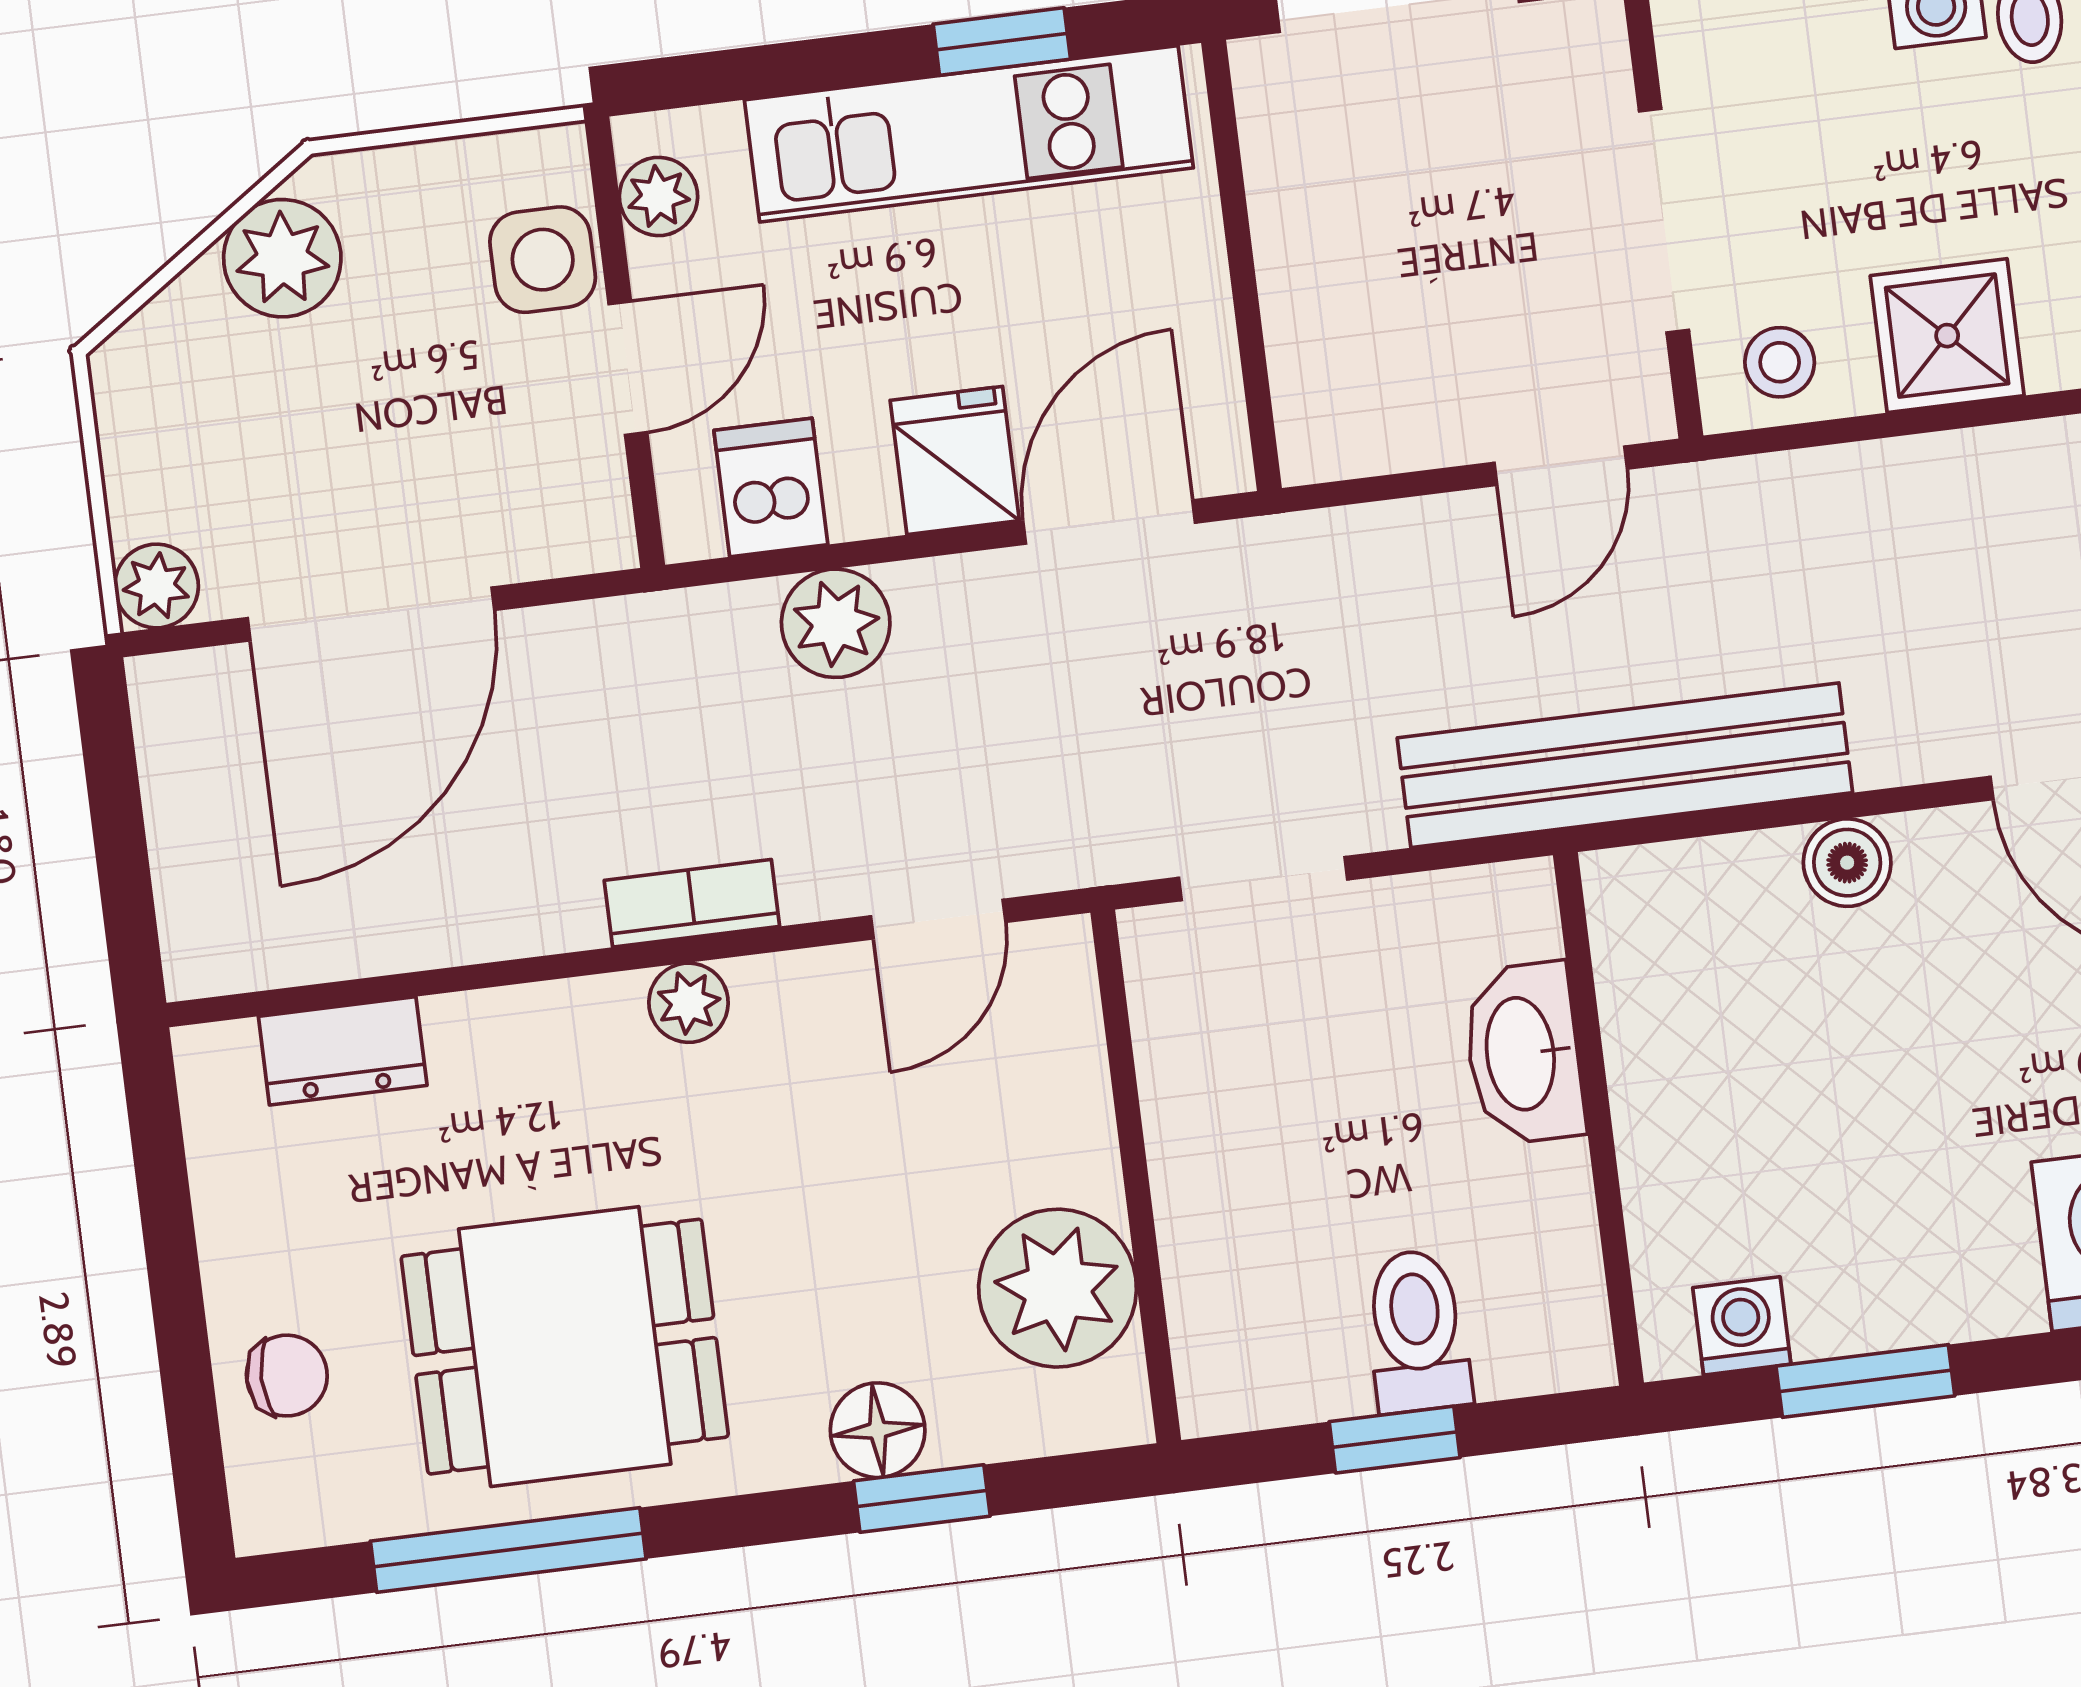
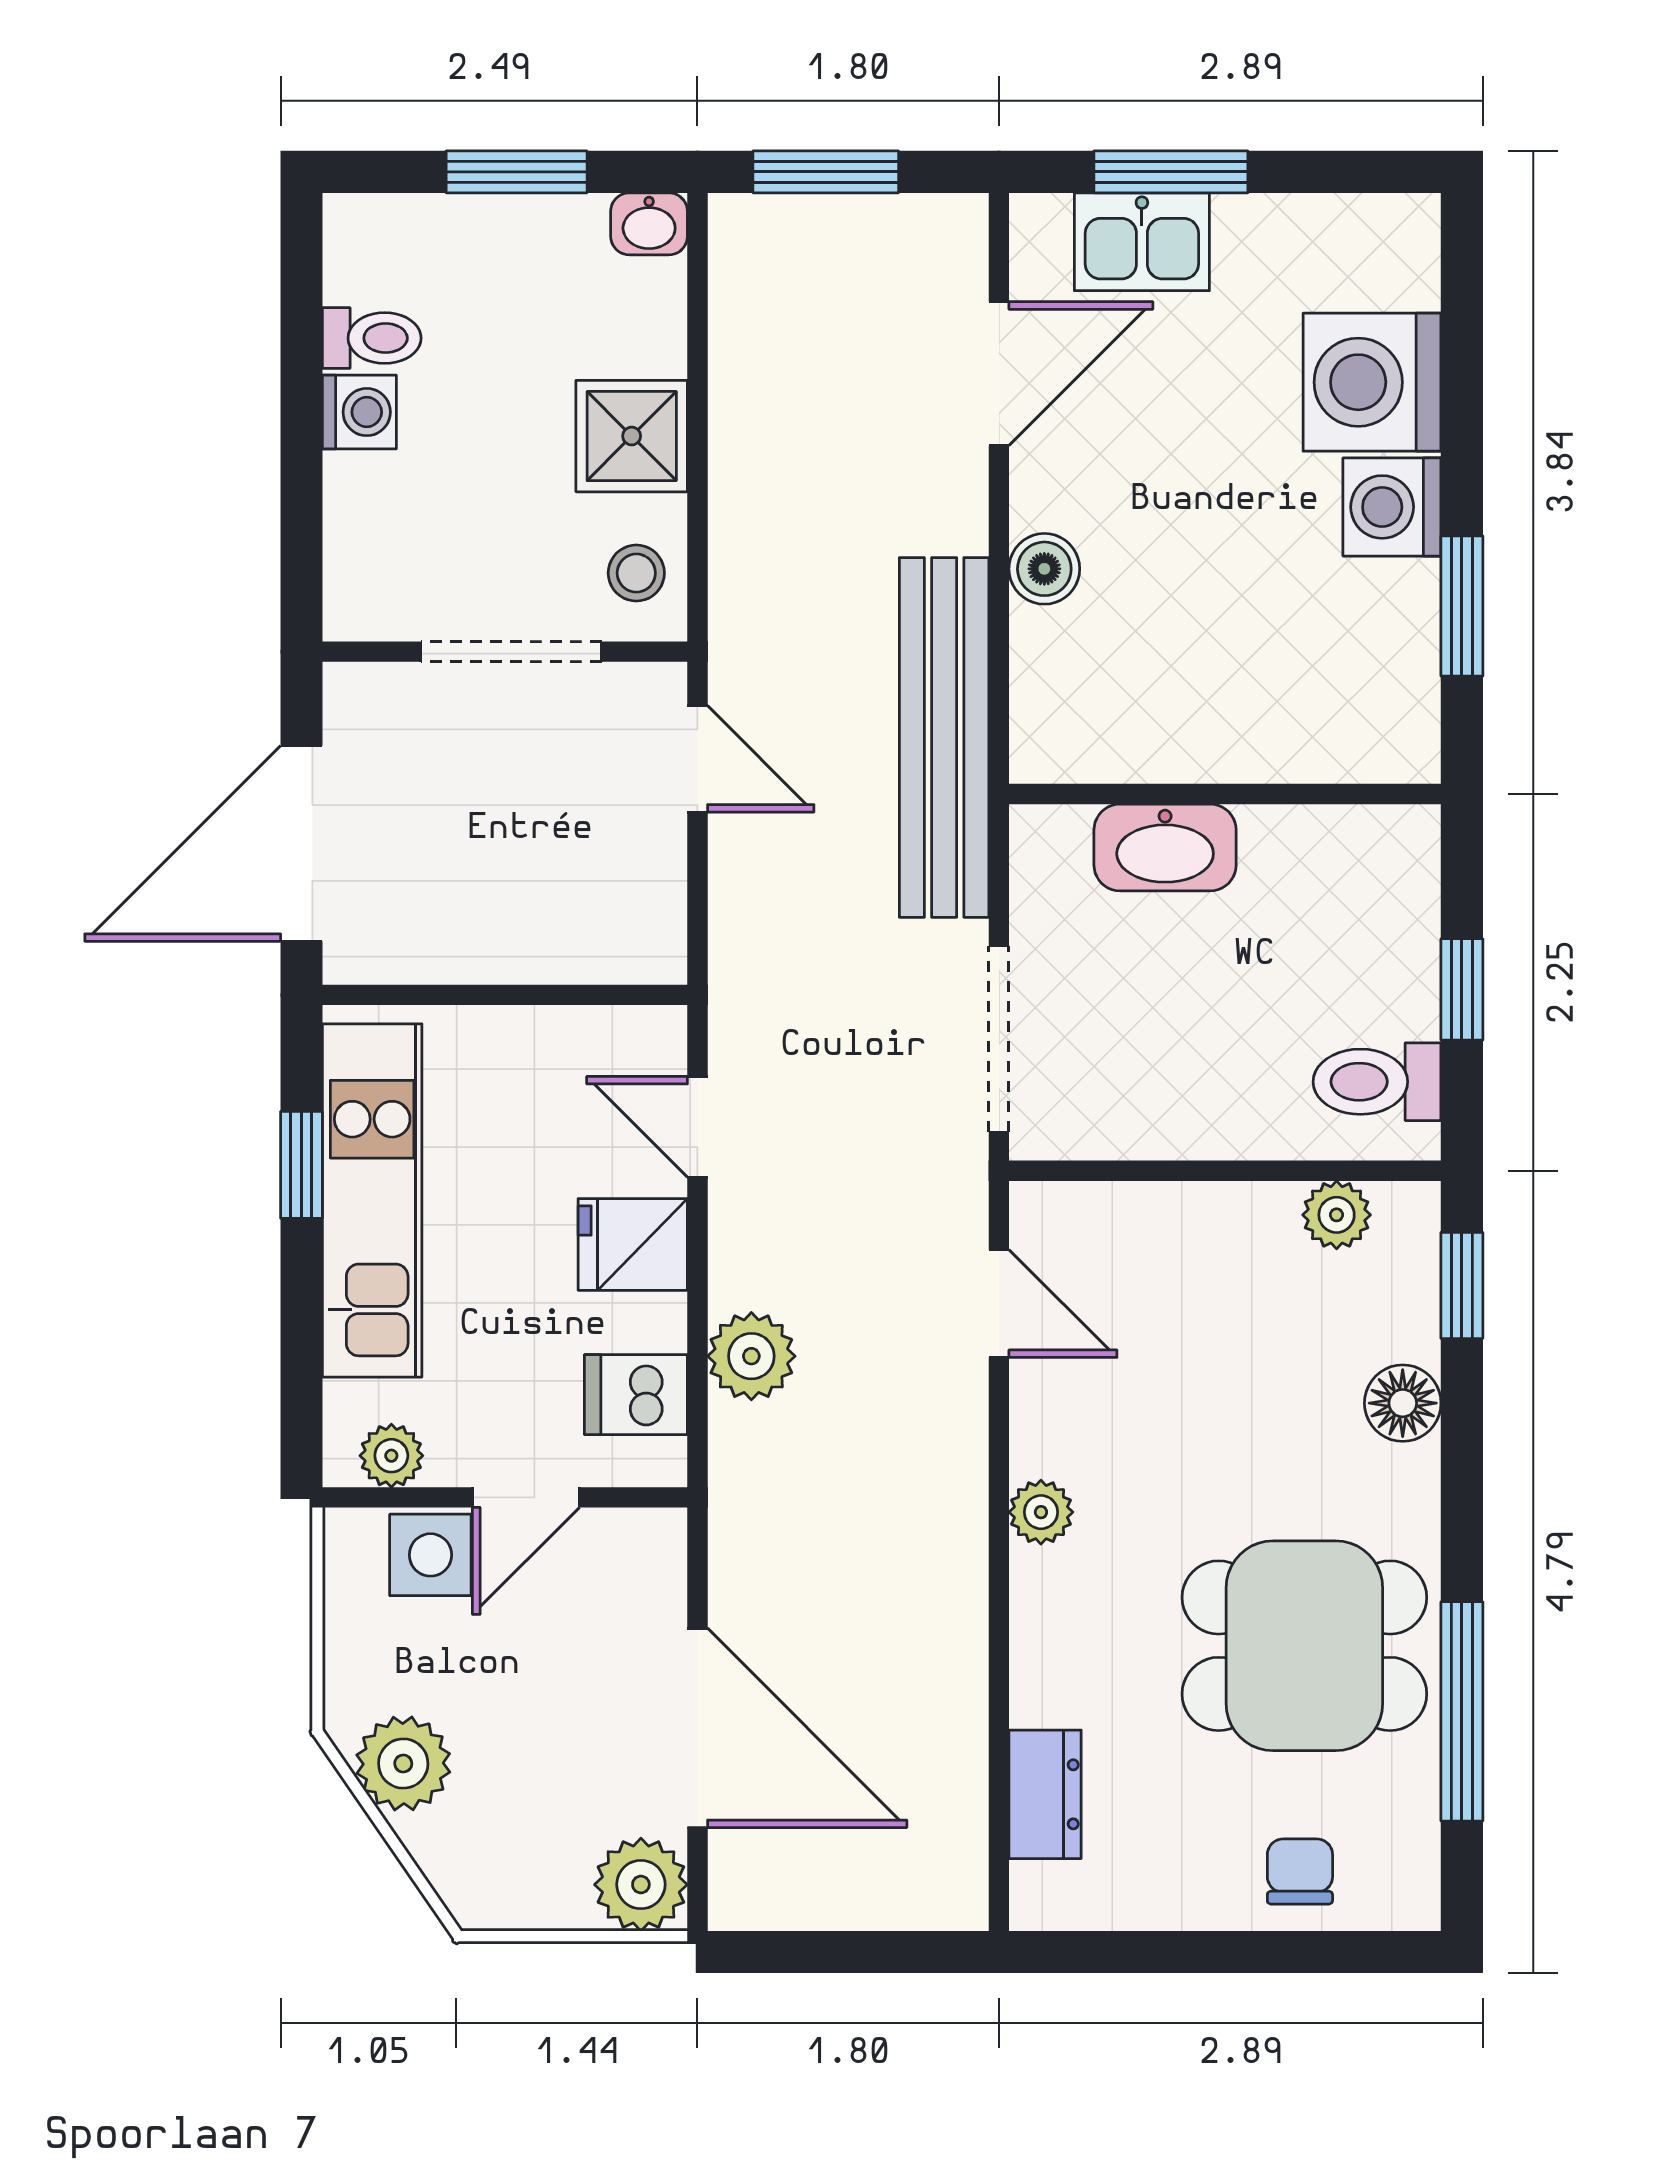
door: (628, 368) -> (526, 1497), swing flipped
door: (1109, 522) -> (697, 1127), width x0.73
plant: (156, 586) -> (641, 1885), width x1.38, depth x1.38
doorway: (1263, 879) -> (999, 1039), width x1.38
bookcase: (692, 903) -> (962, 1499), removed
plant: (1058, 1288) -> (1337, 1215), width x0.53, depth x0.53
washing machine: (1742, 1326) -> (1392, 507), moved, width x1.38, depth x1.38
toilet: (1417, 1331) -> (1377, 1082), moved
dining table: (565, 1347) -> (1304, 1646), turned 90
window: (922, 1498) -> (1462, 1285), moved

